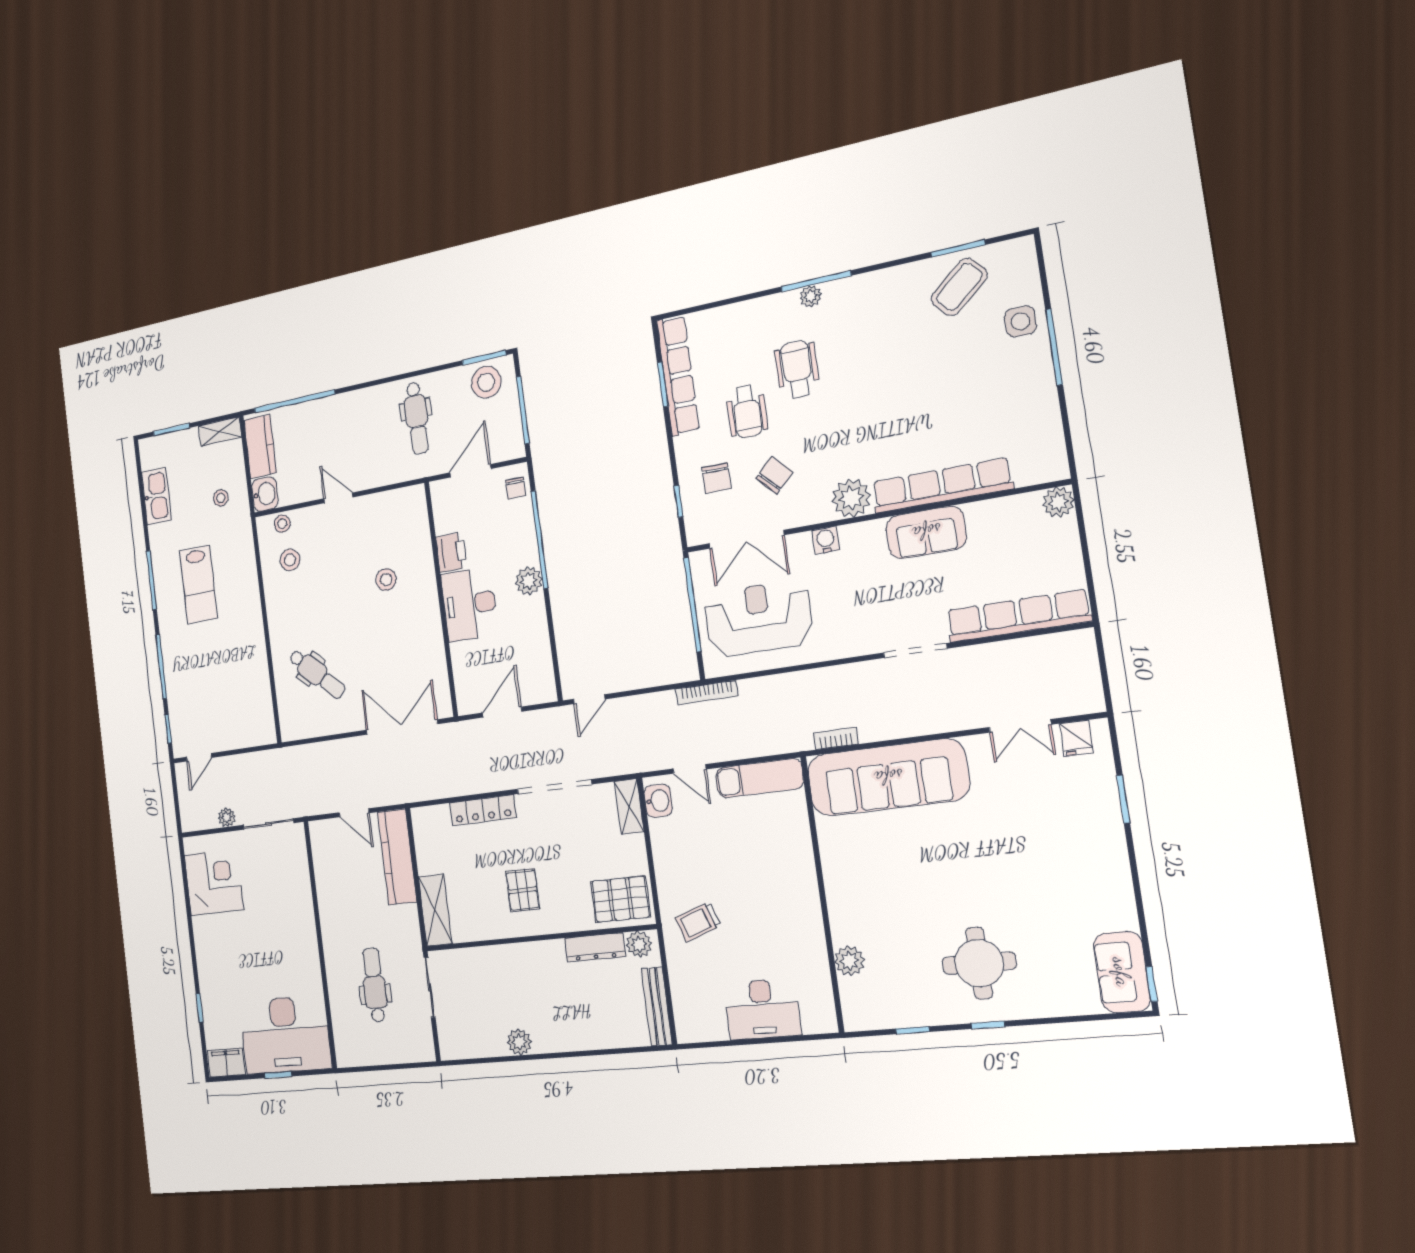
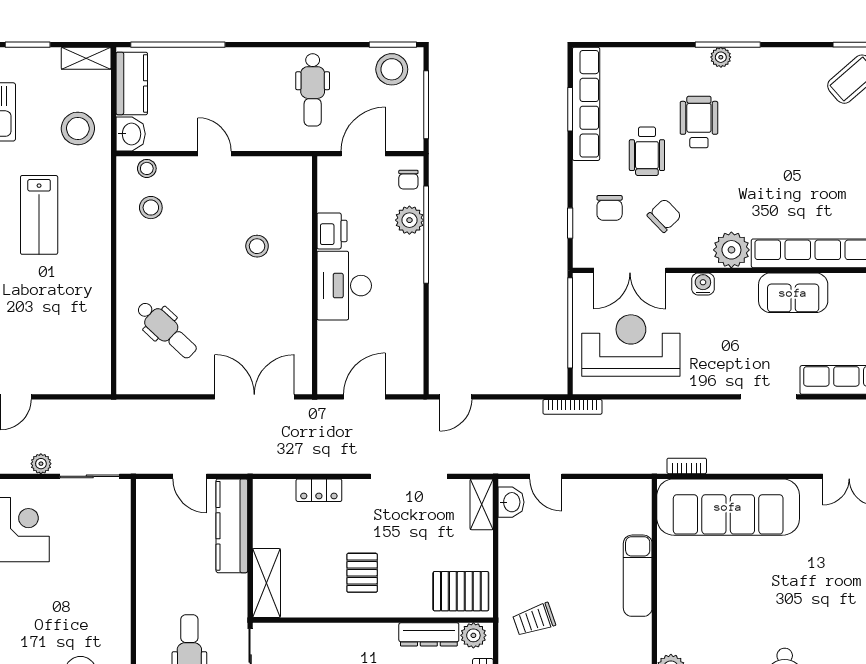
stool: (221, 498) -> (78, 128), width x1.89, depth x1.89
plant: (529, 581) -> (409, 220), moved
exam couch: (760, 778) -> (638, 576), moved, turned 90
locker: (483, 810) -> (319, 490), width x0.66

